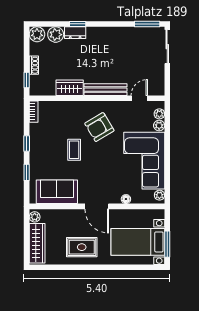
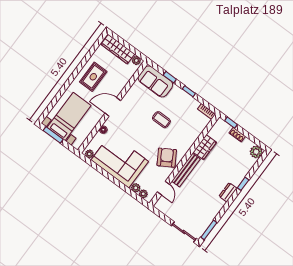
dresser: (75, 33) -> (228, 192), moved
plant: (56, 35) -> (247, 164), removed
armchair: (99, 127) -> (167, 158), moved
sofa: (57, 192) -> (155, 81), moved, turned 90

